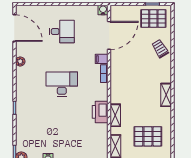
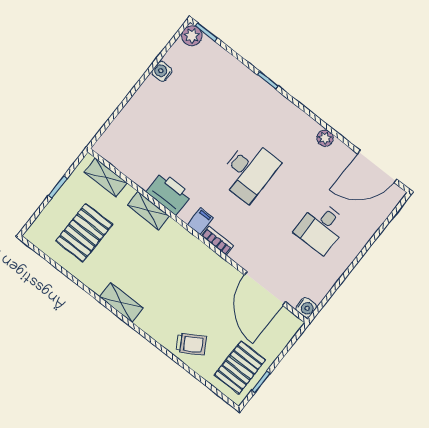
filing cabinet: (102, 59) -> (200, 221), moved

